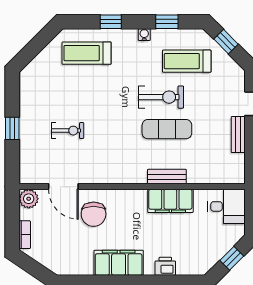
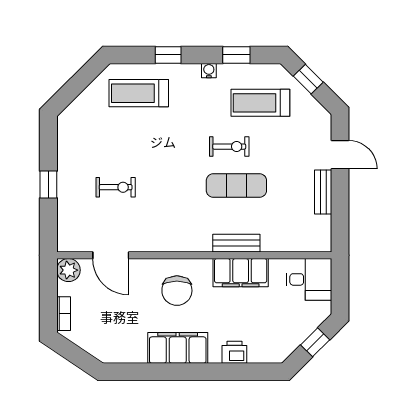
exercise bike: (161, 97) -> (229, 147), width x0.73, depth x0.72
chair: (94, 214) -> (177, 291), moved

